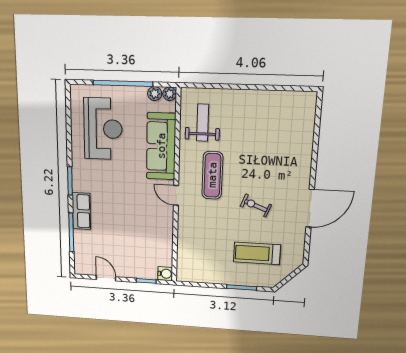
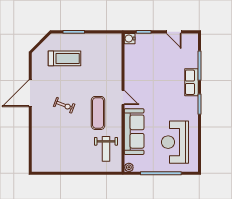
plant: (155, 94) -> (139, 167), removed
exercise bike: (256, 206) -> (64, 105), moved

